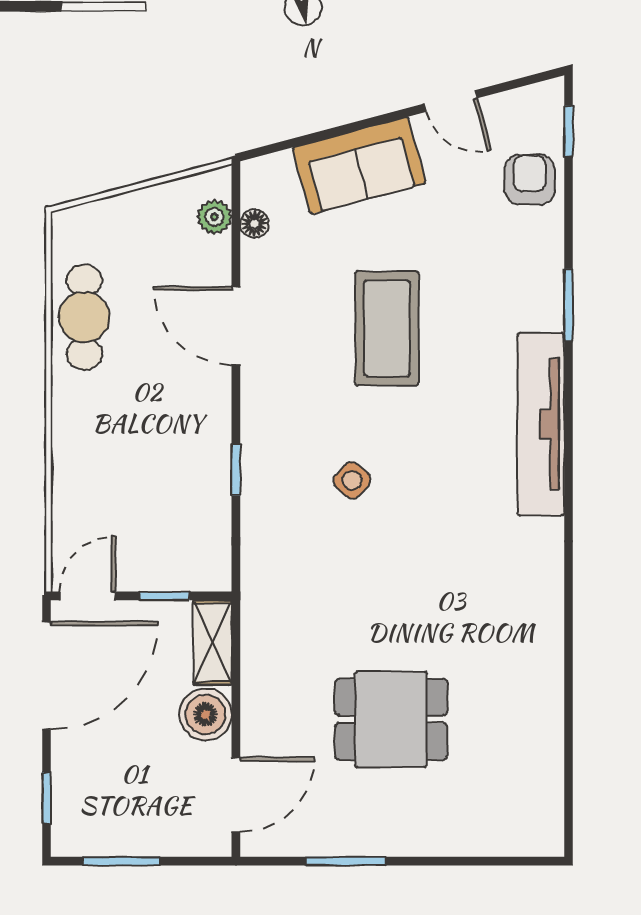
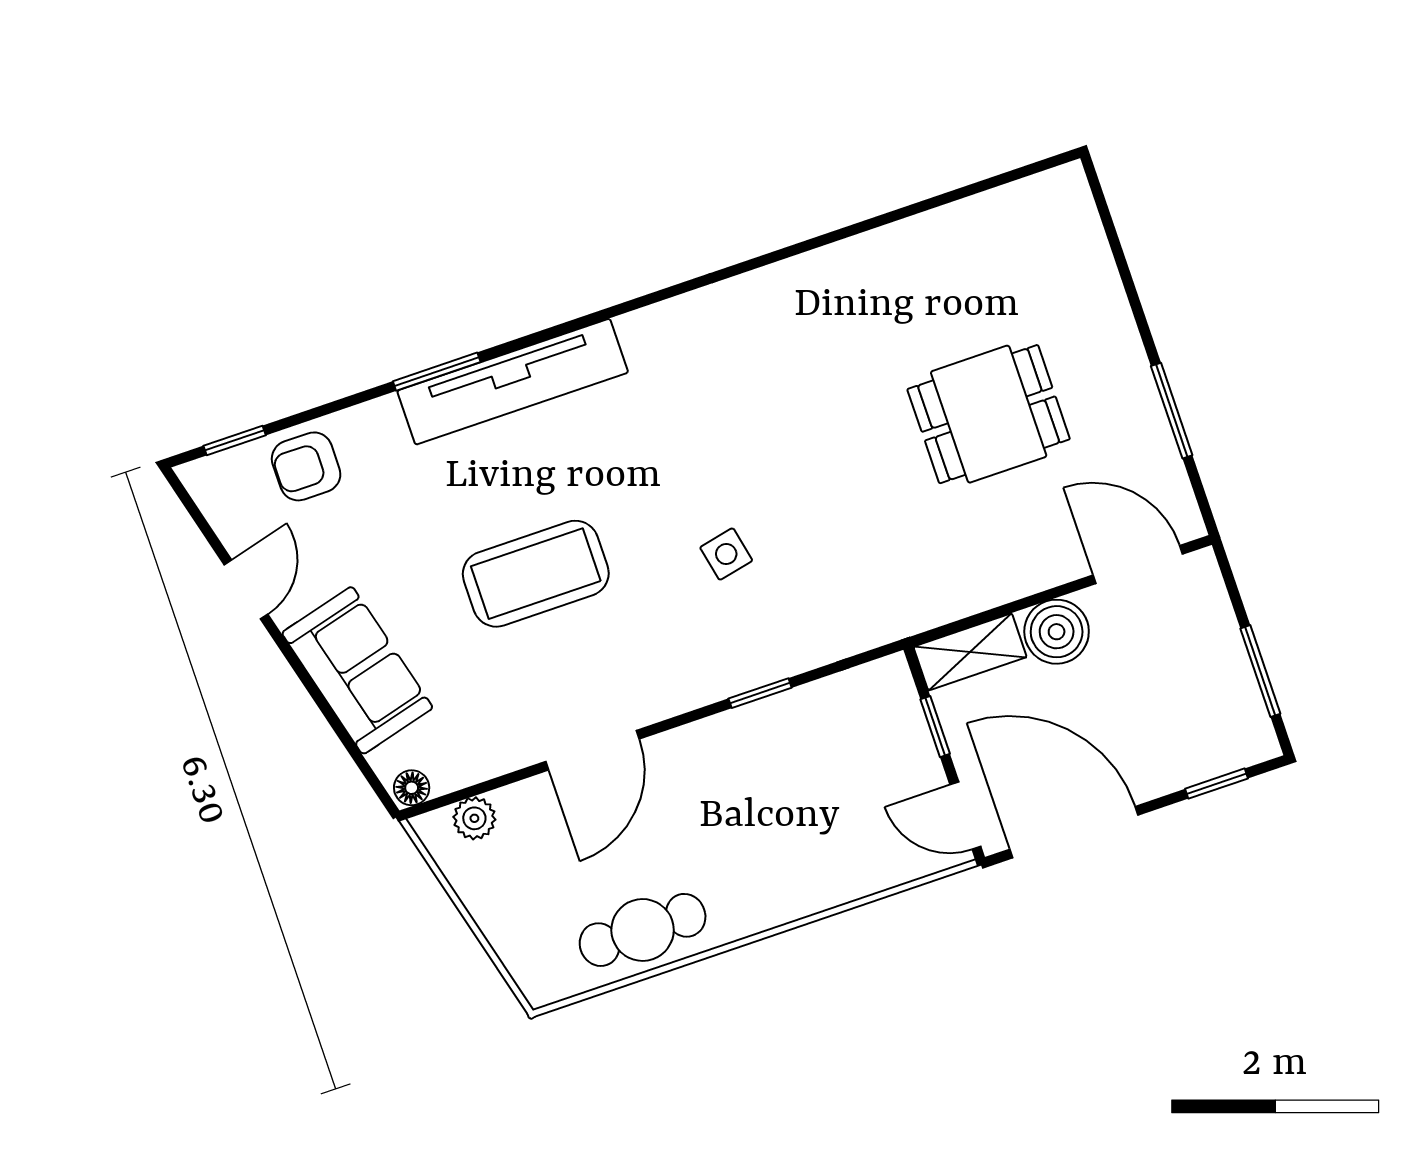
floor lamp: (254, 223) -> (412, 788), moved
tv unit: (541, 424) -> (513, 382), moved
side table: (352, 480) -> (726, 554), turned 36
dining table: (391, 719) -> (989, 414), turned 90

